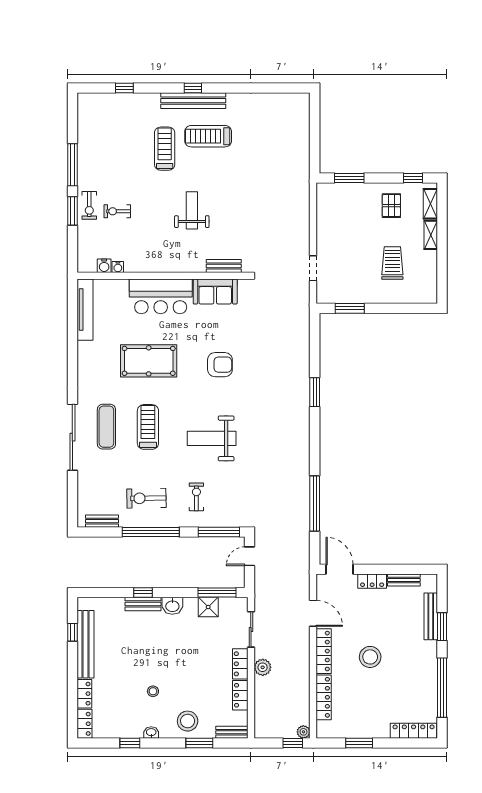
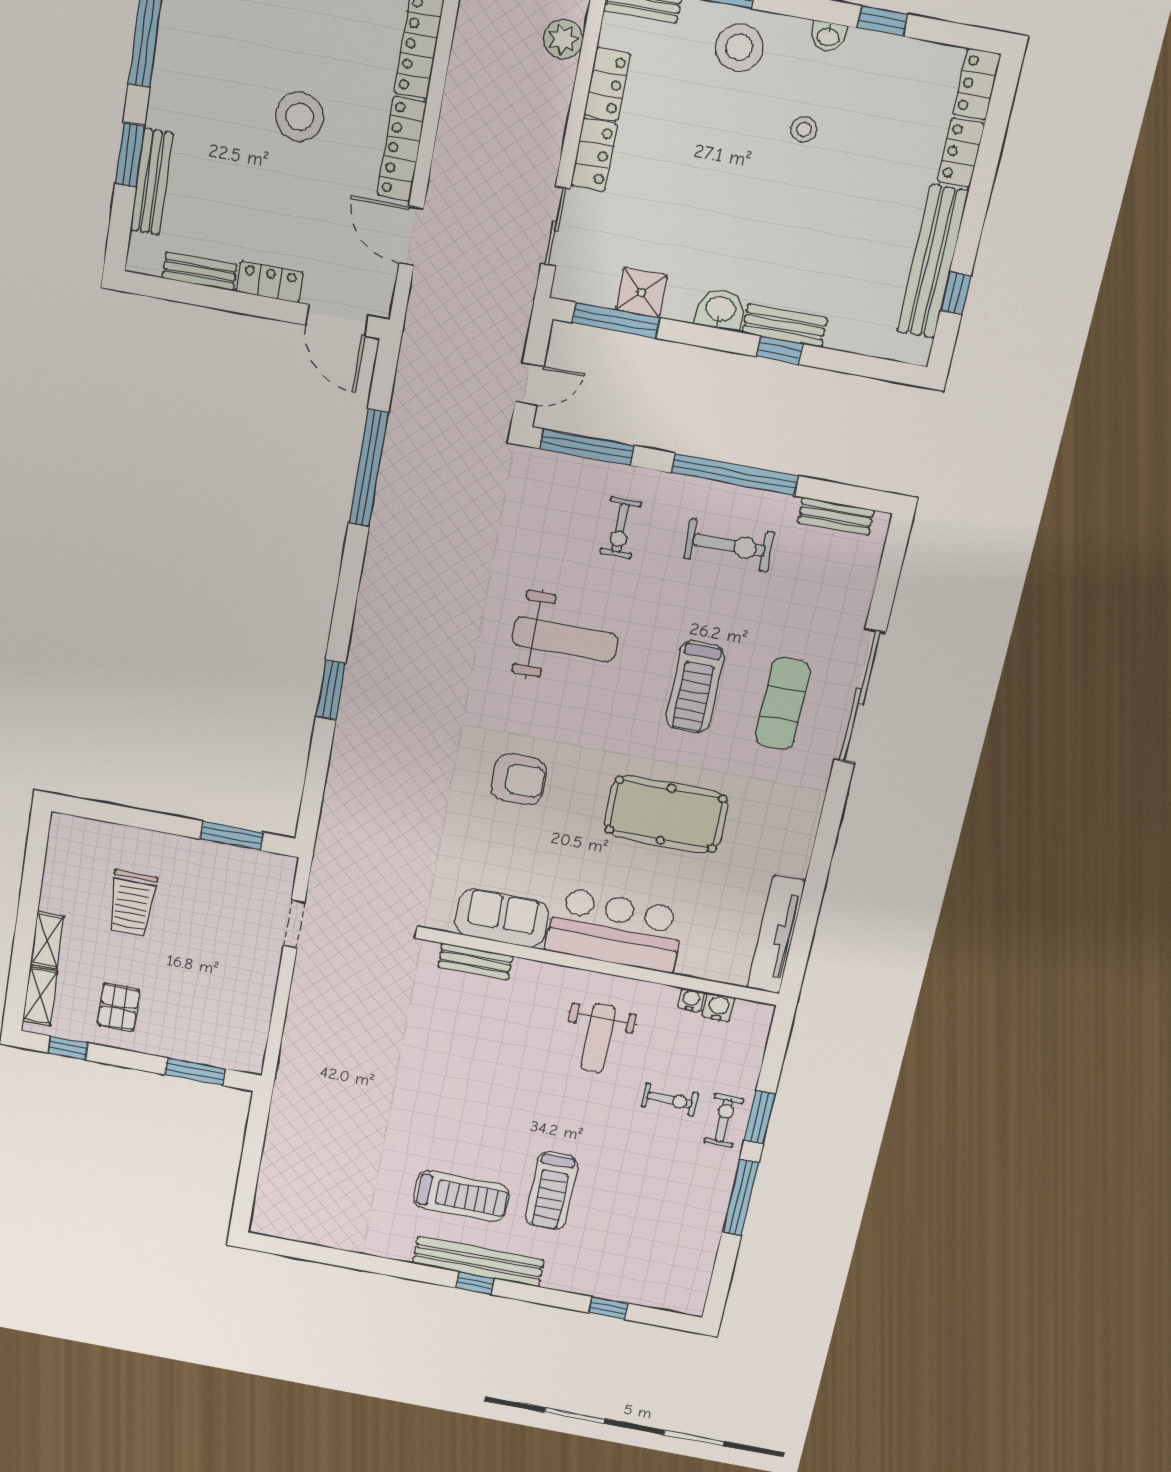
weight bench: (192, 210) -> (598, 1038), moved
armchair: (220, 365) -> (519, 779), turned 180
plant: (263, 667) -> (563, 39), moved

